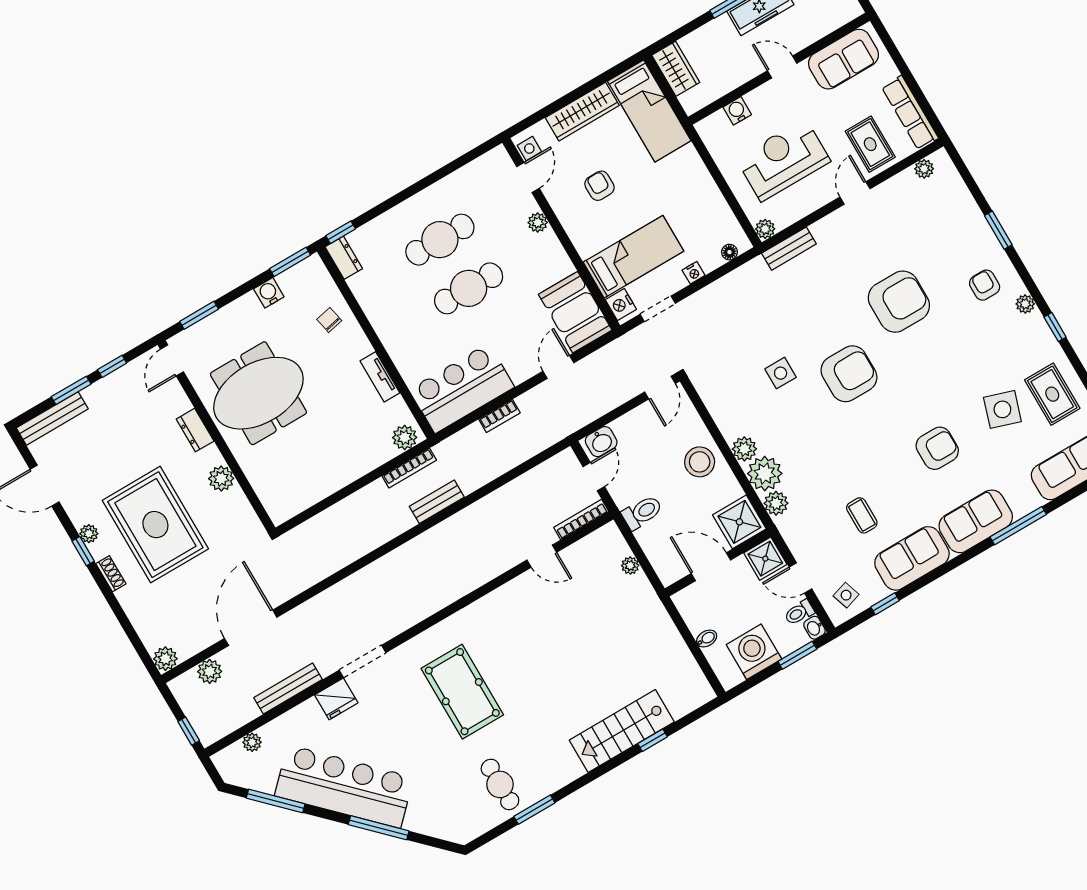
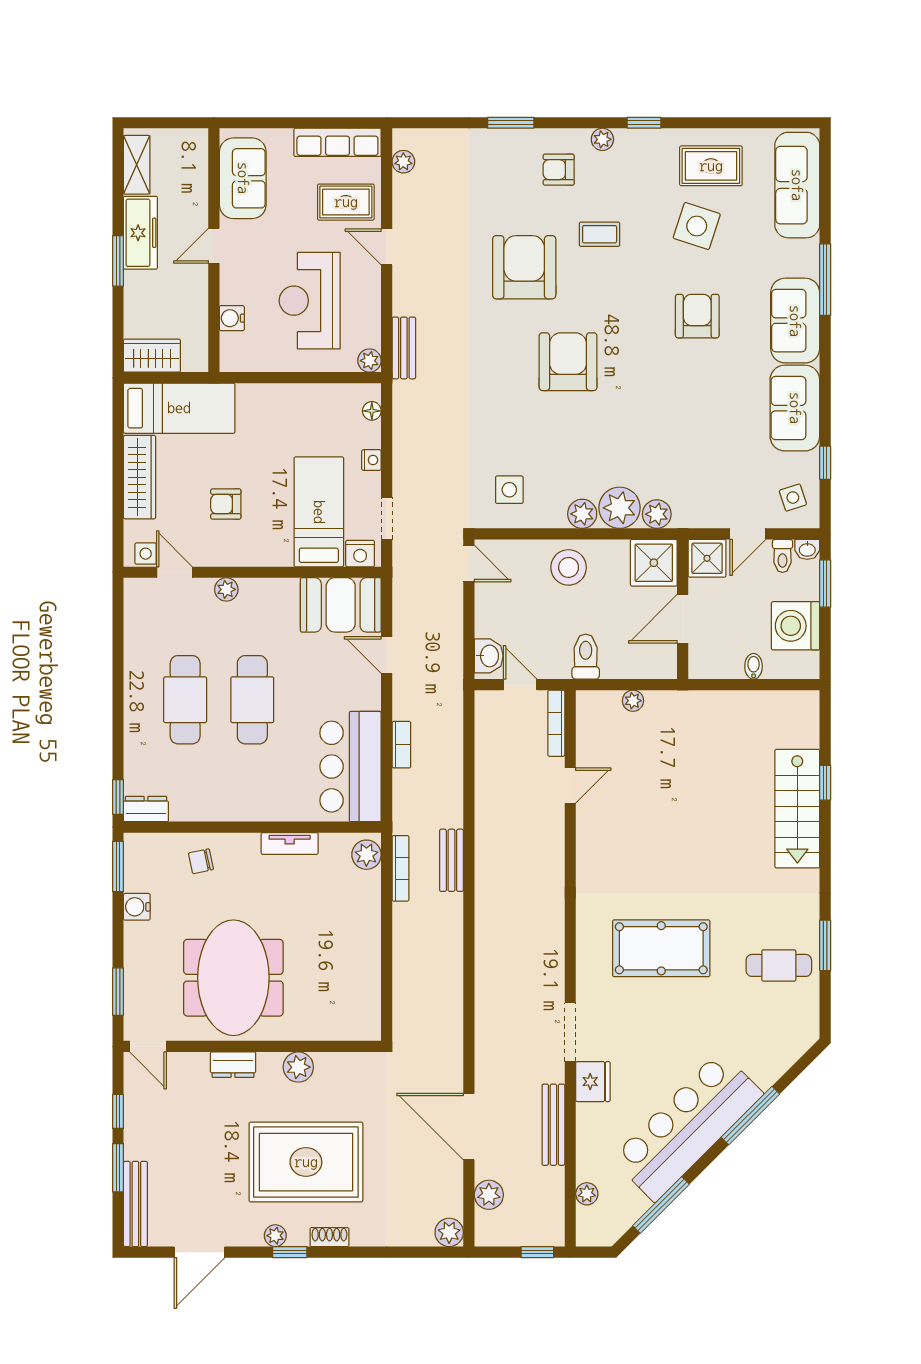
side table: (781, 373) -> (509, 490), moved
coffee table: (862, 515) -> (600, 234), moved

